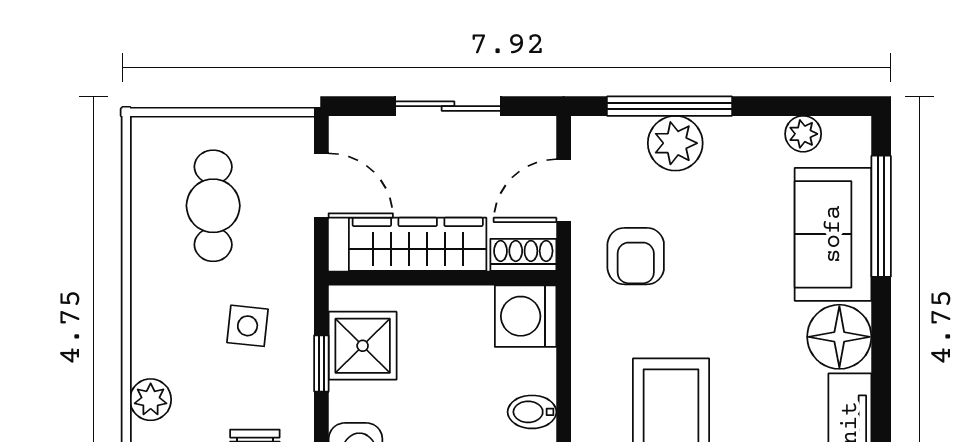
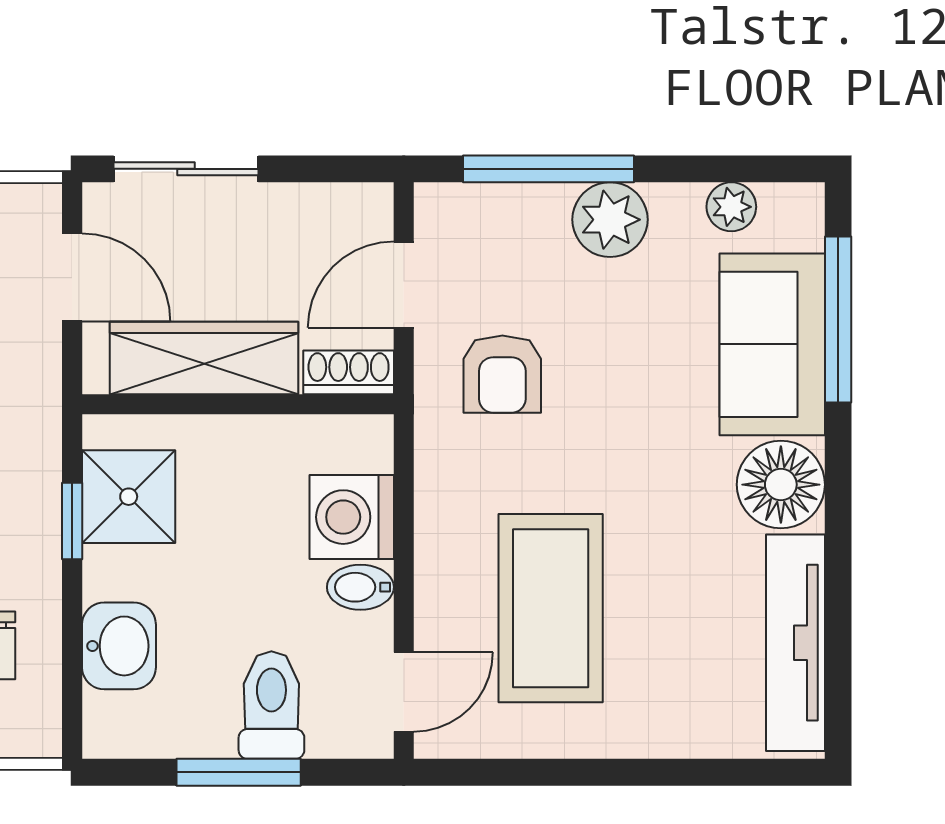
sliding door: (448, 106) -> (186, 169), moved
plant: (675, 143) -> (610, 220), moved
washing machine: (526, 316) -> (352, 517), moved

